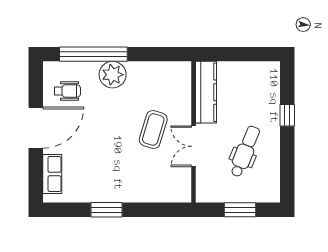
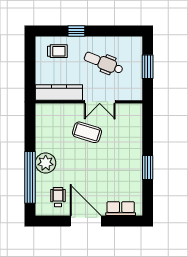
trolley: (261, 90) -> (57, 51), added

